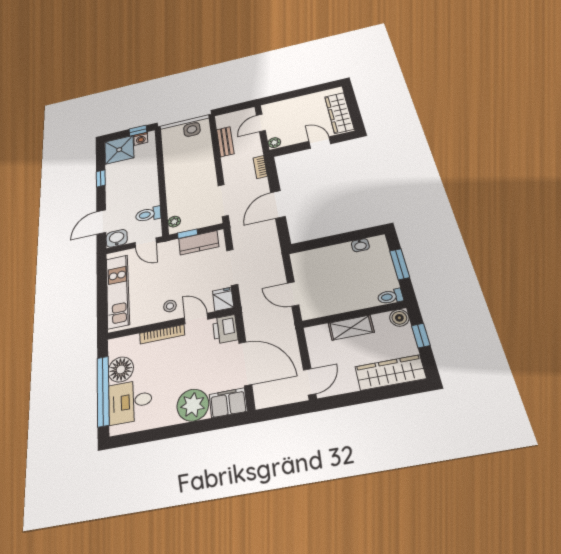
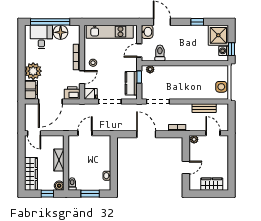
wardrobe: (339, 113) -> (212, 184), width x0.67

